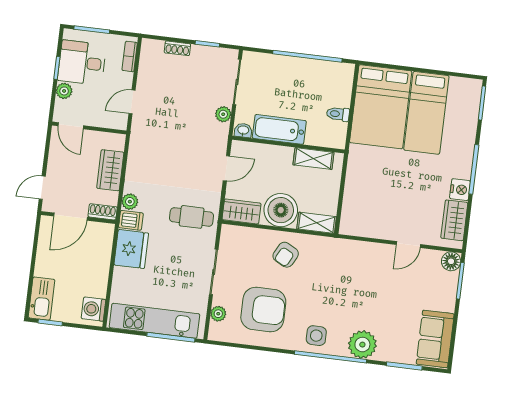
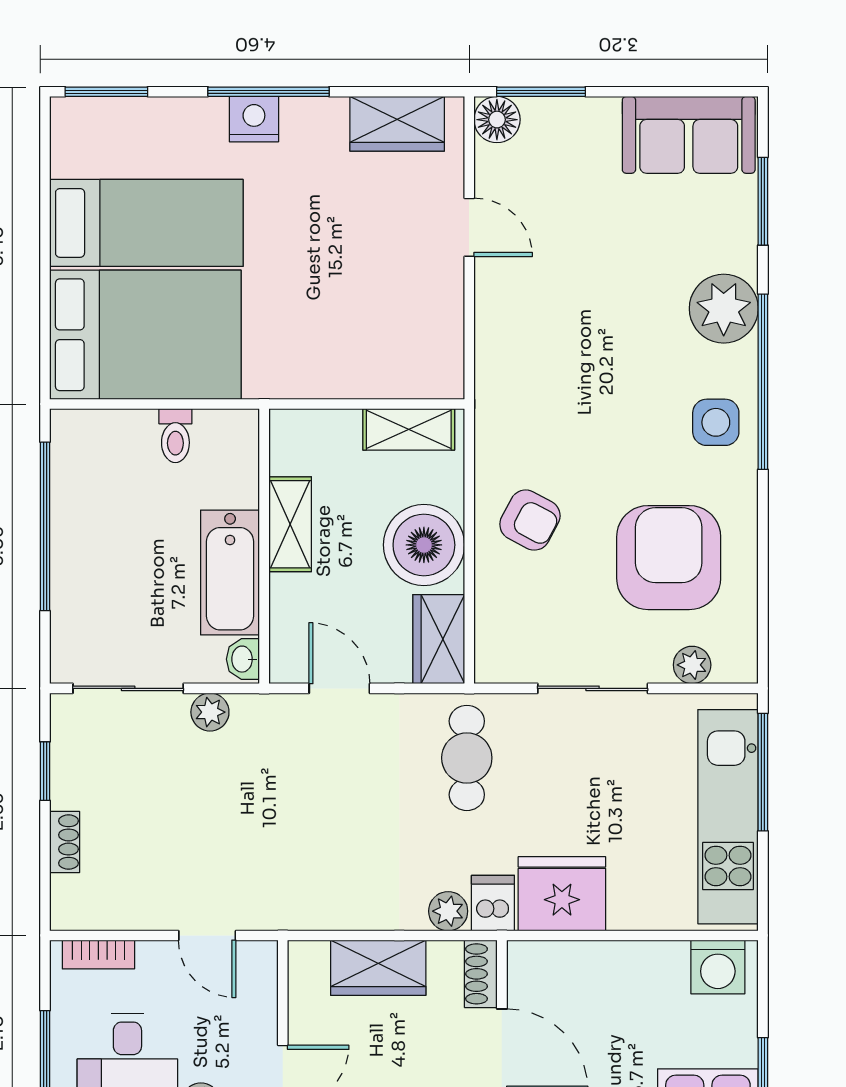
shelving: (313, 159) -> (290, 524), moved
nightstand: (460, 190) -> (254, 119), moved
shelving: (317, 223) -> (409, 429), moved, turned 90

